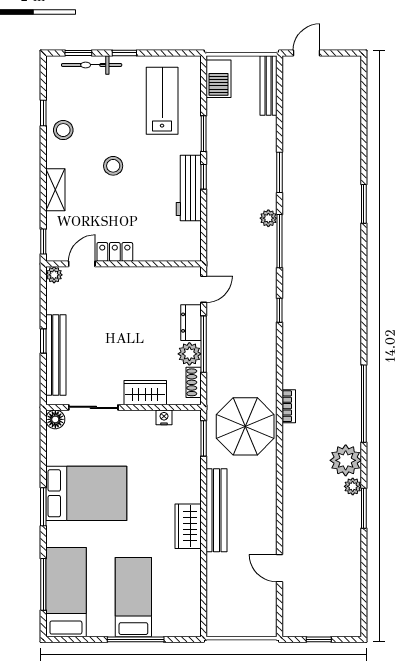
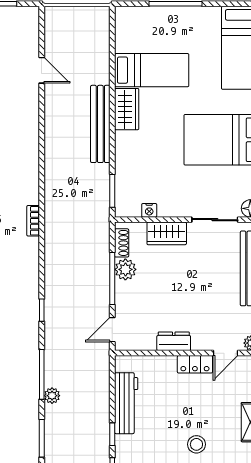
workbench: (189, 188) -> (126, 403), moved
dresser: (191, 323) -> (174, 341), moved, turned -90
parasol: (245, 426) -> (74, 202), removed
bed: (133, 597) -> (152, 70), moved, turned -90

